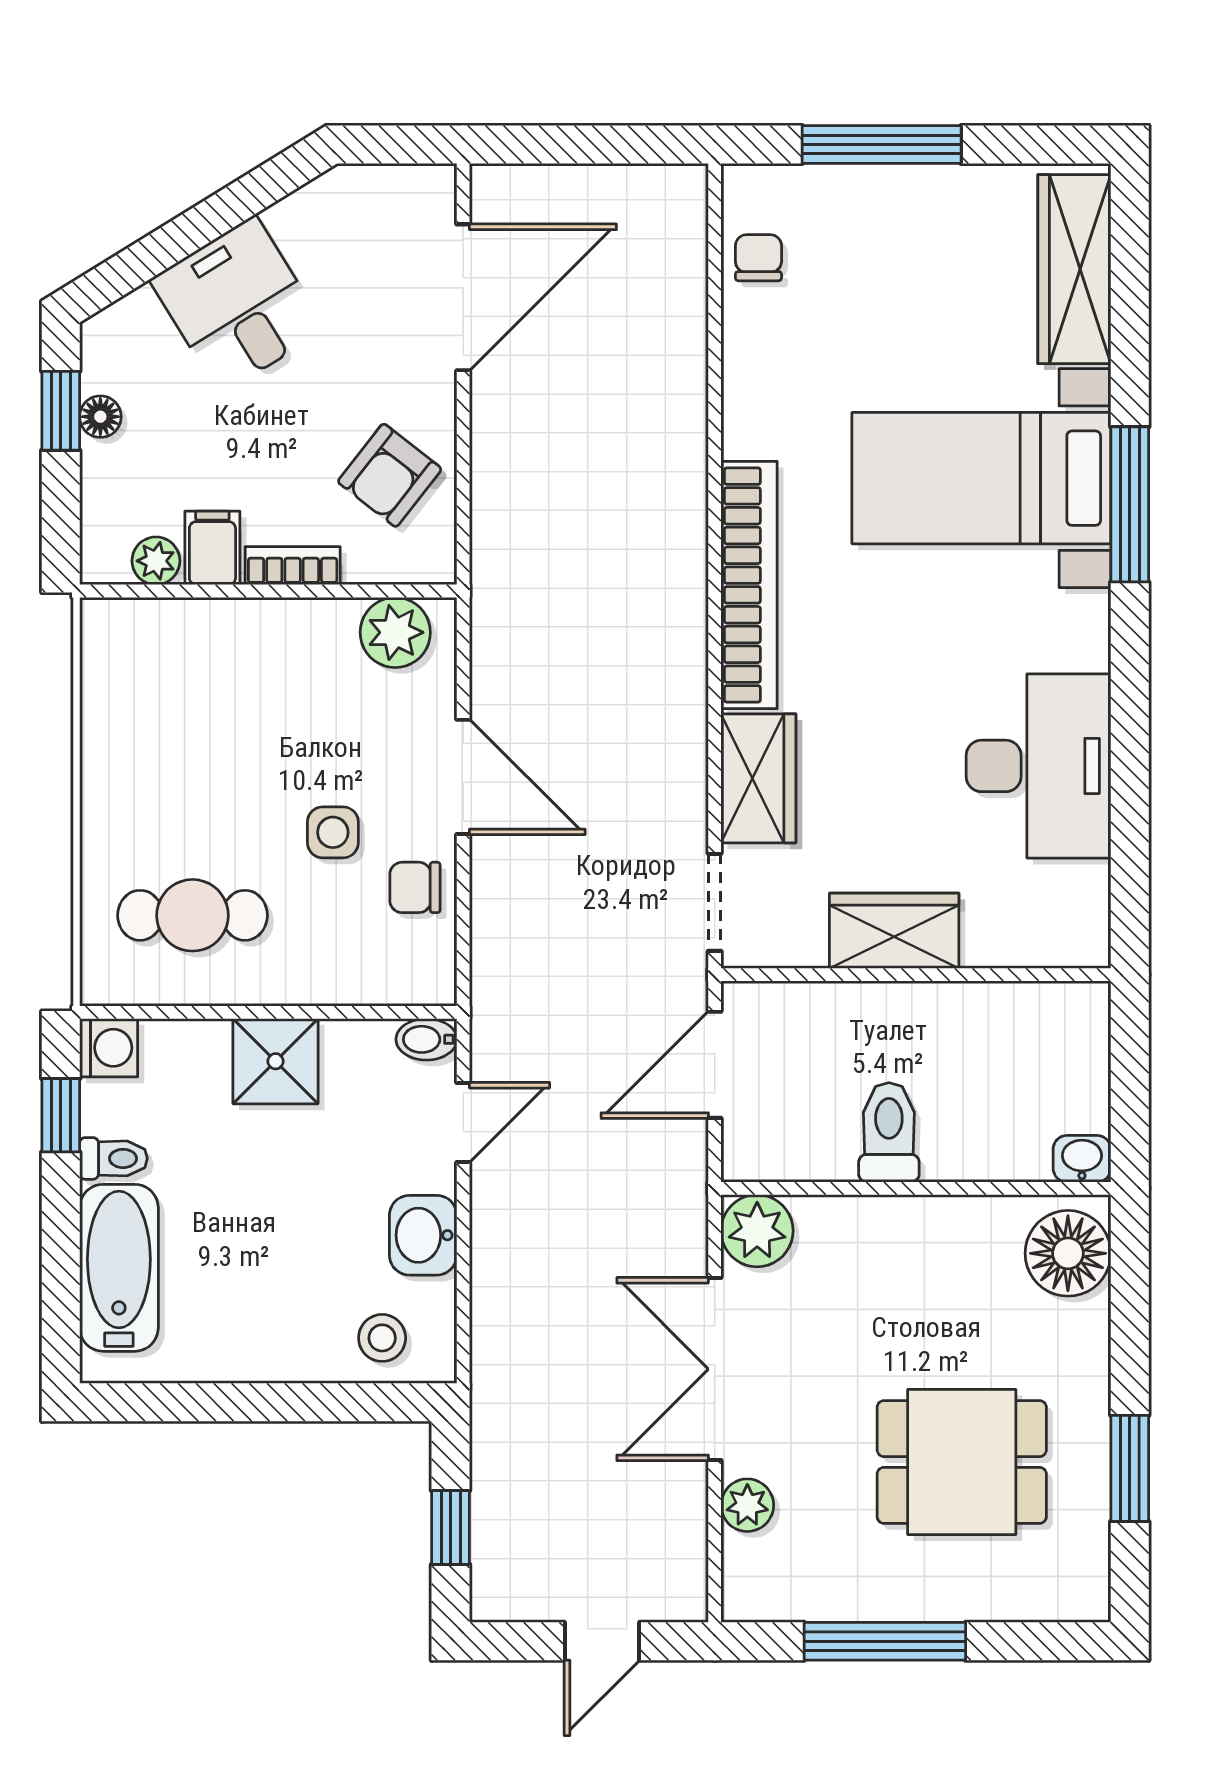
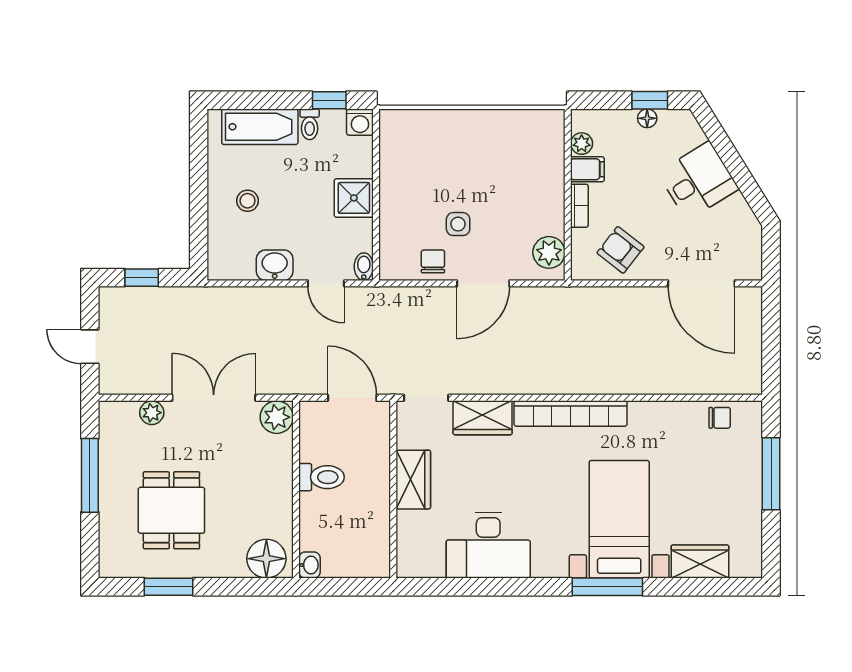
wardrobe: (1074, 269) -> (700, 562), width x0.67
cafe table: (192, 915) -> (420, 160), removed
stool: (382, 1338) -> (247, 201), moved

